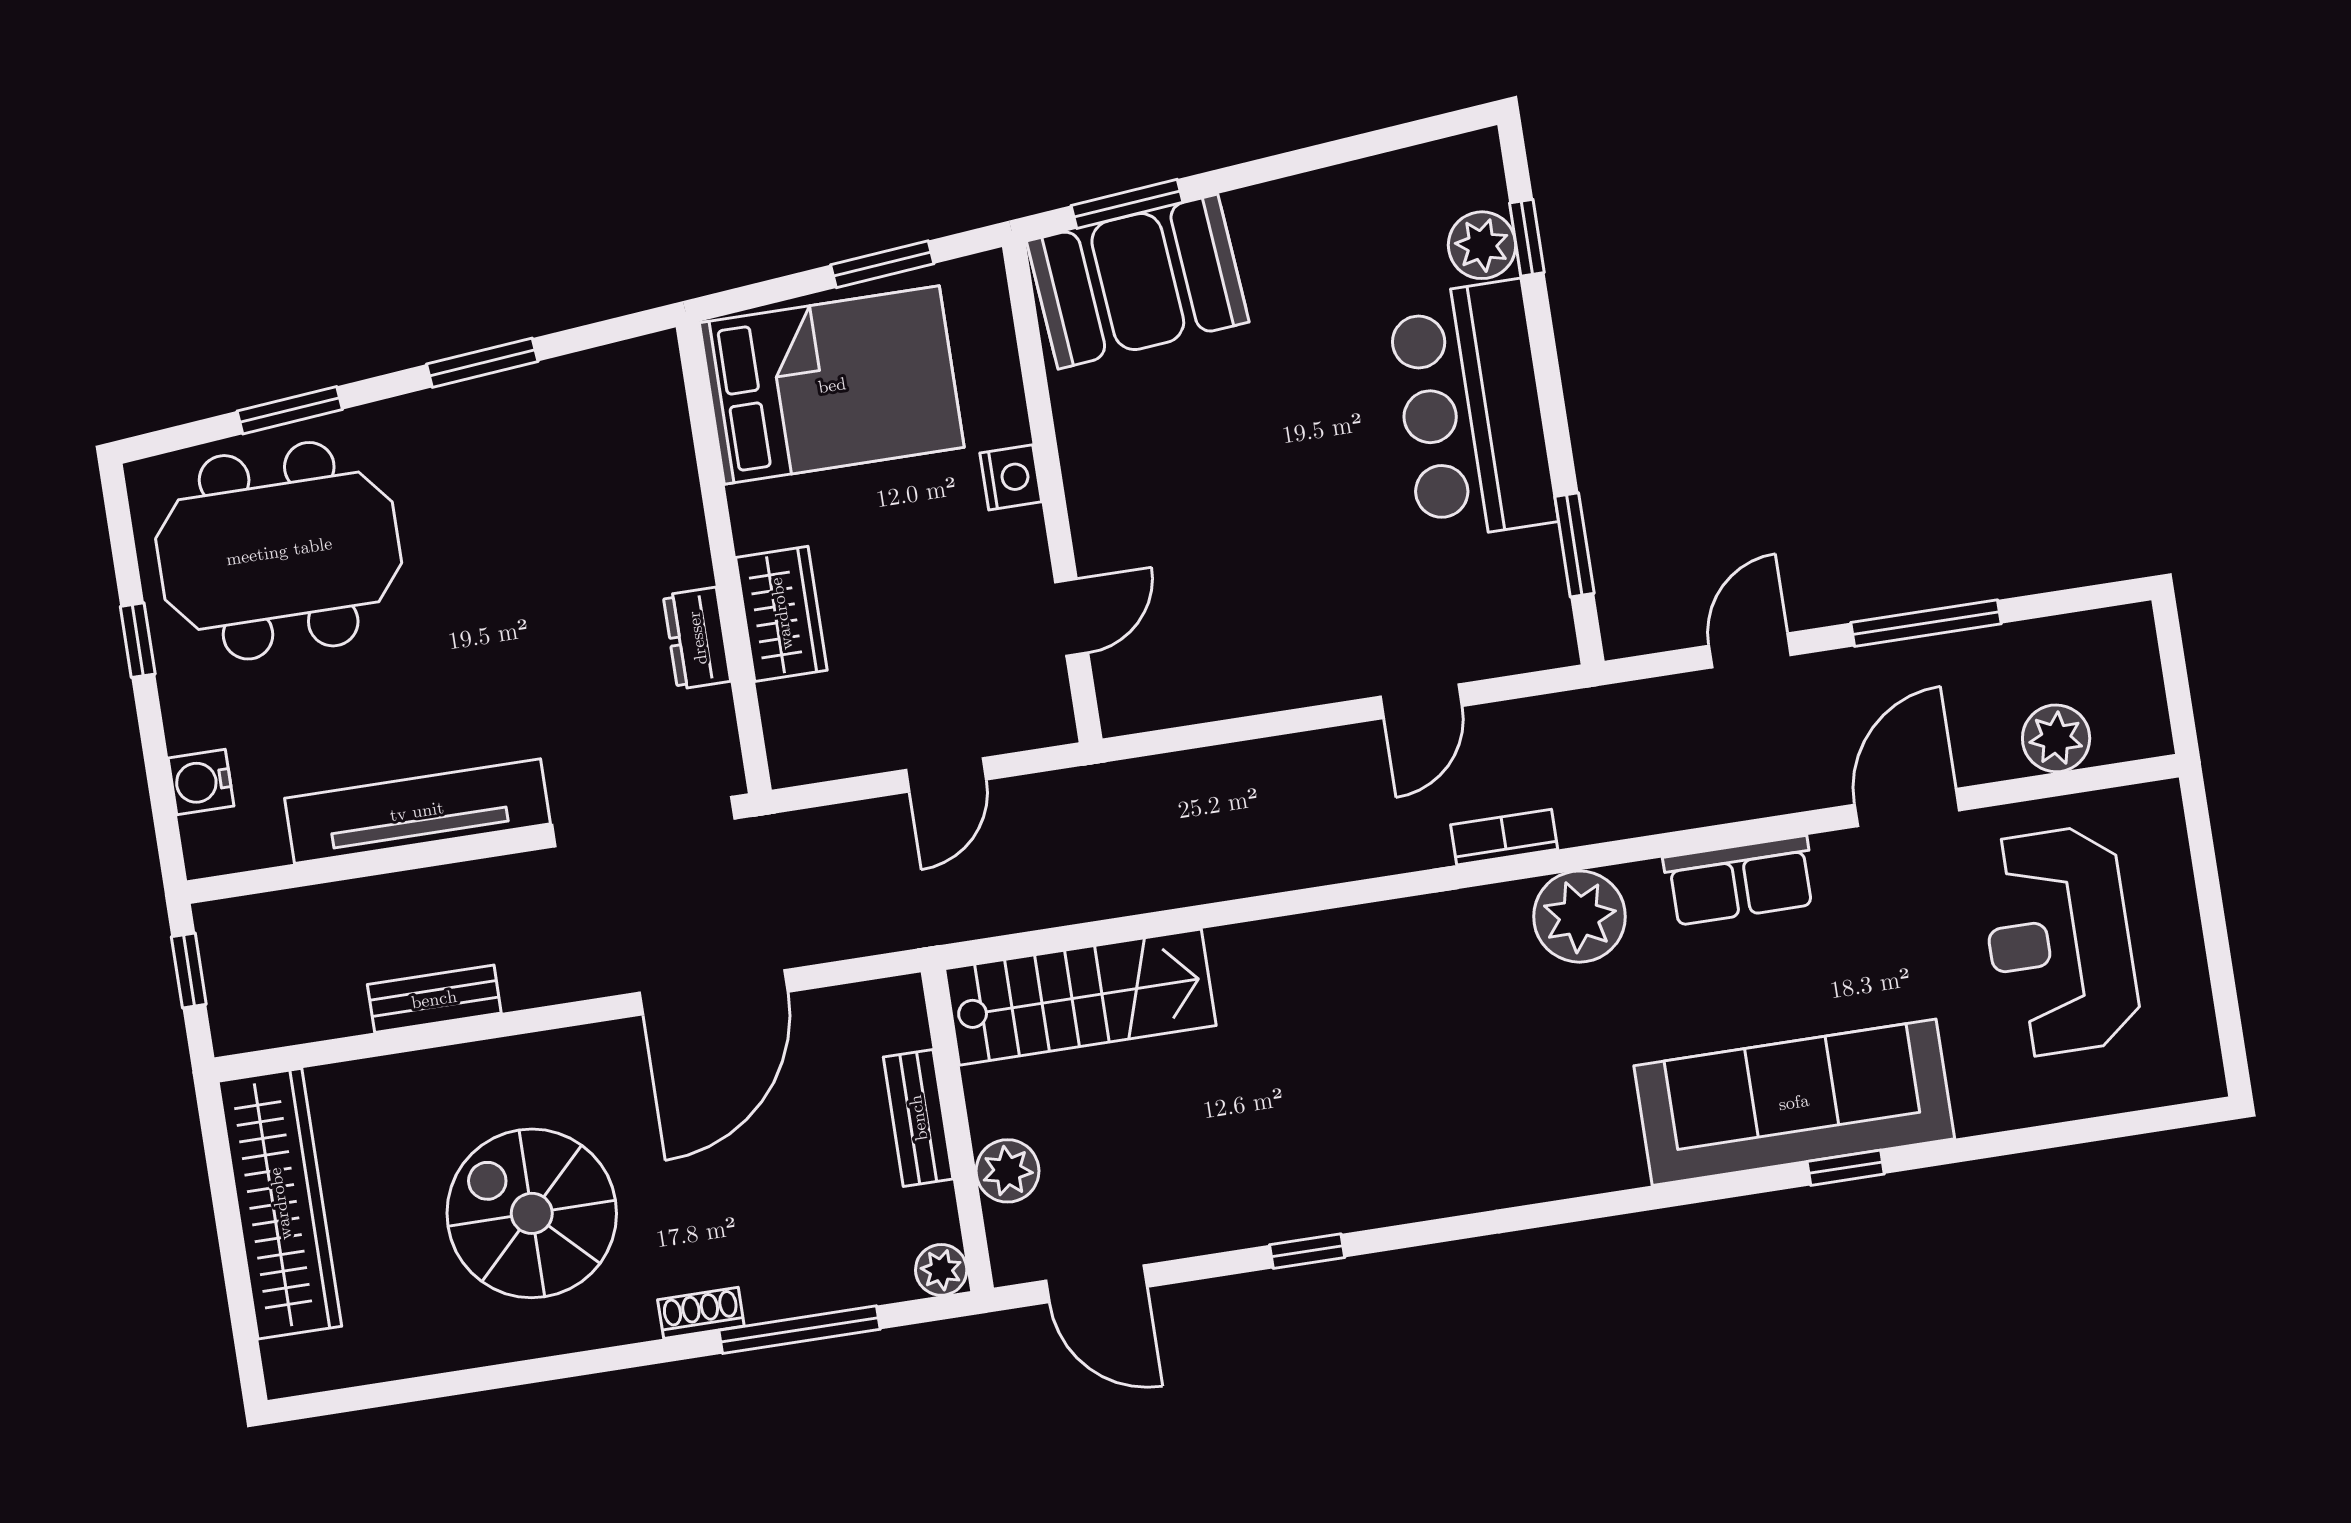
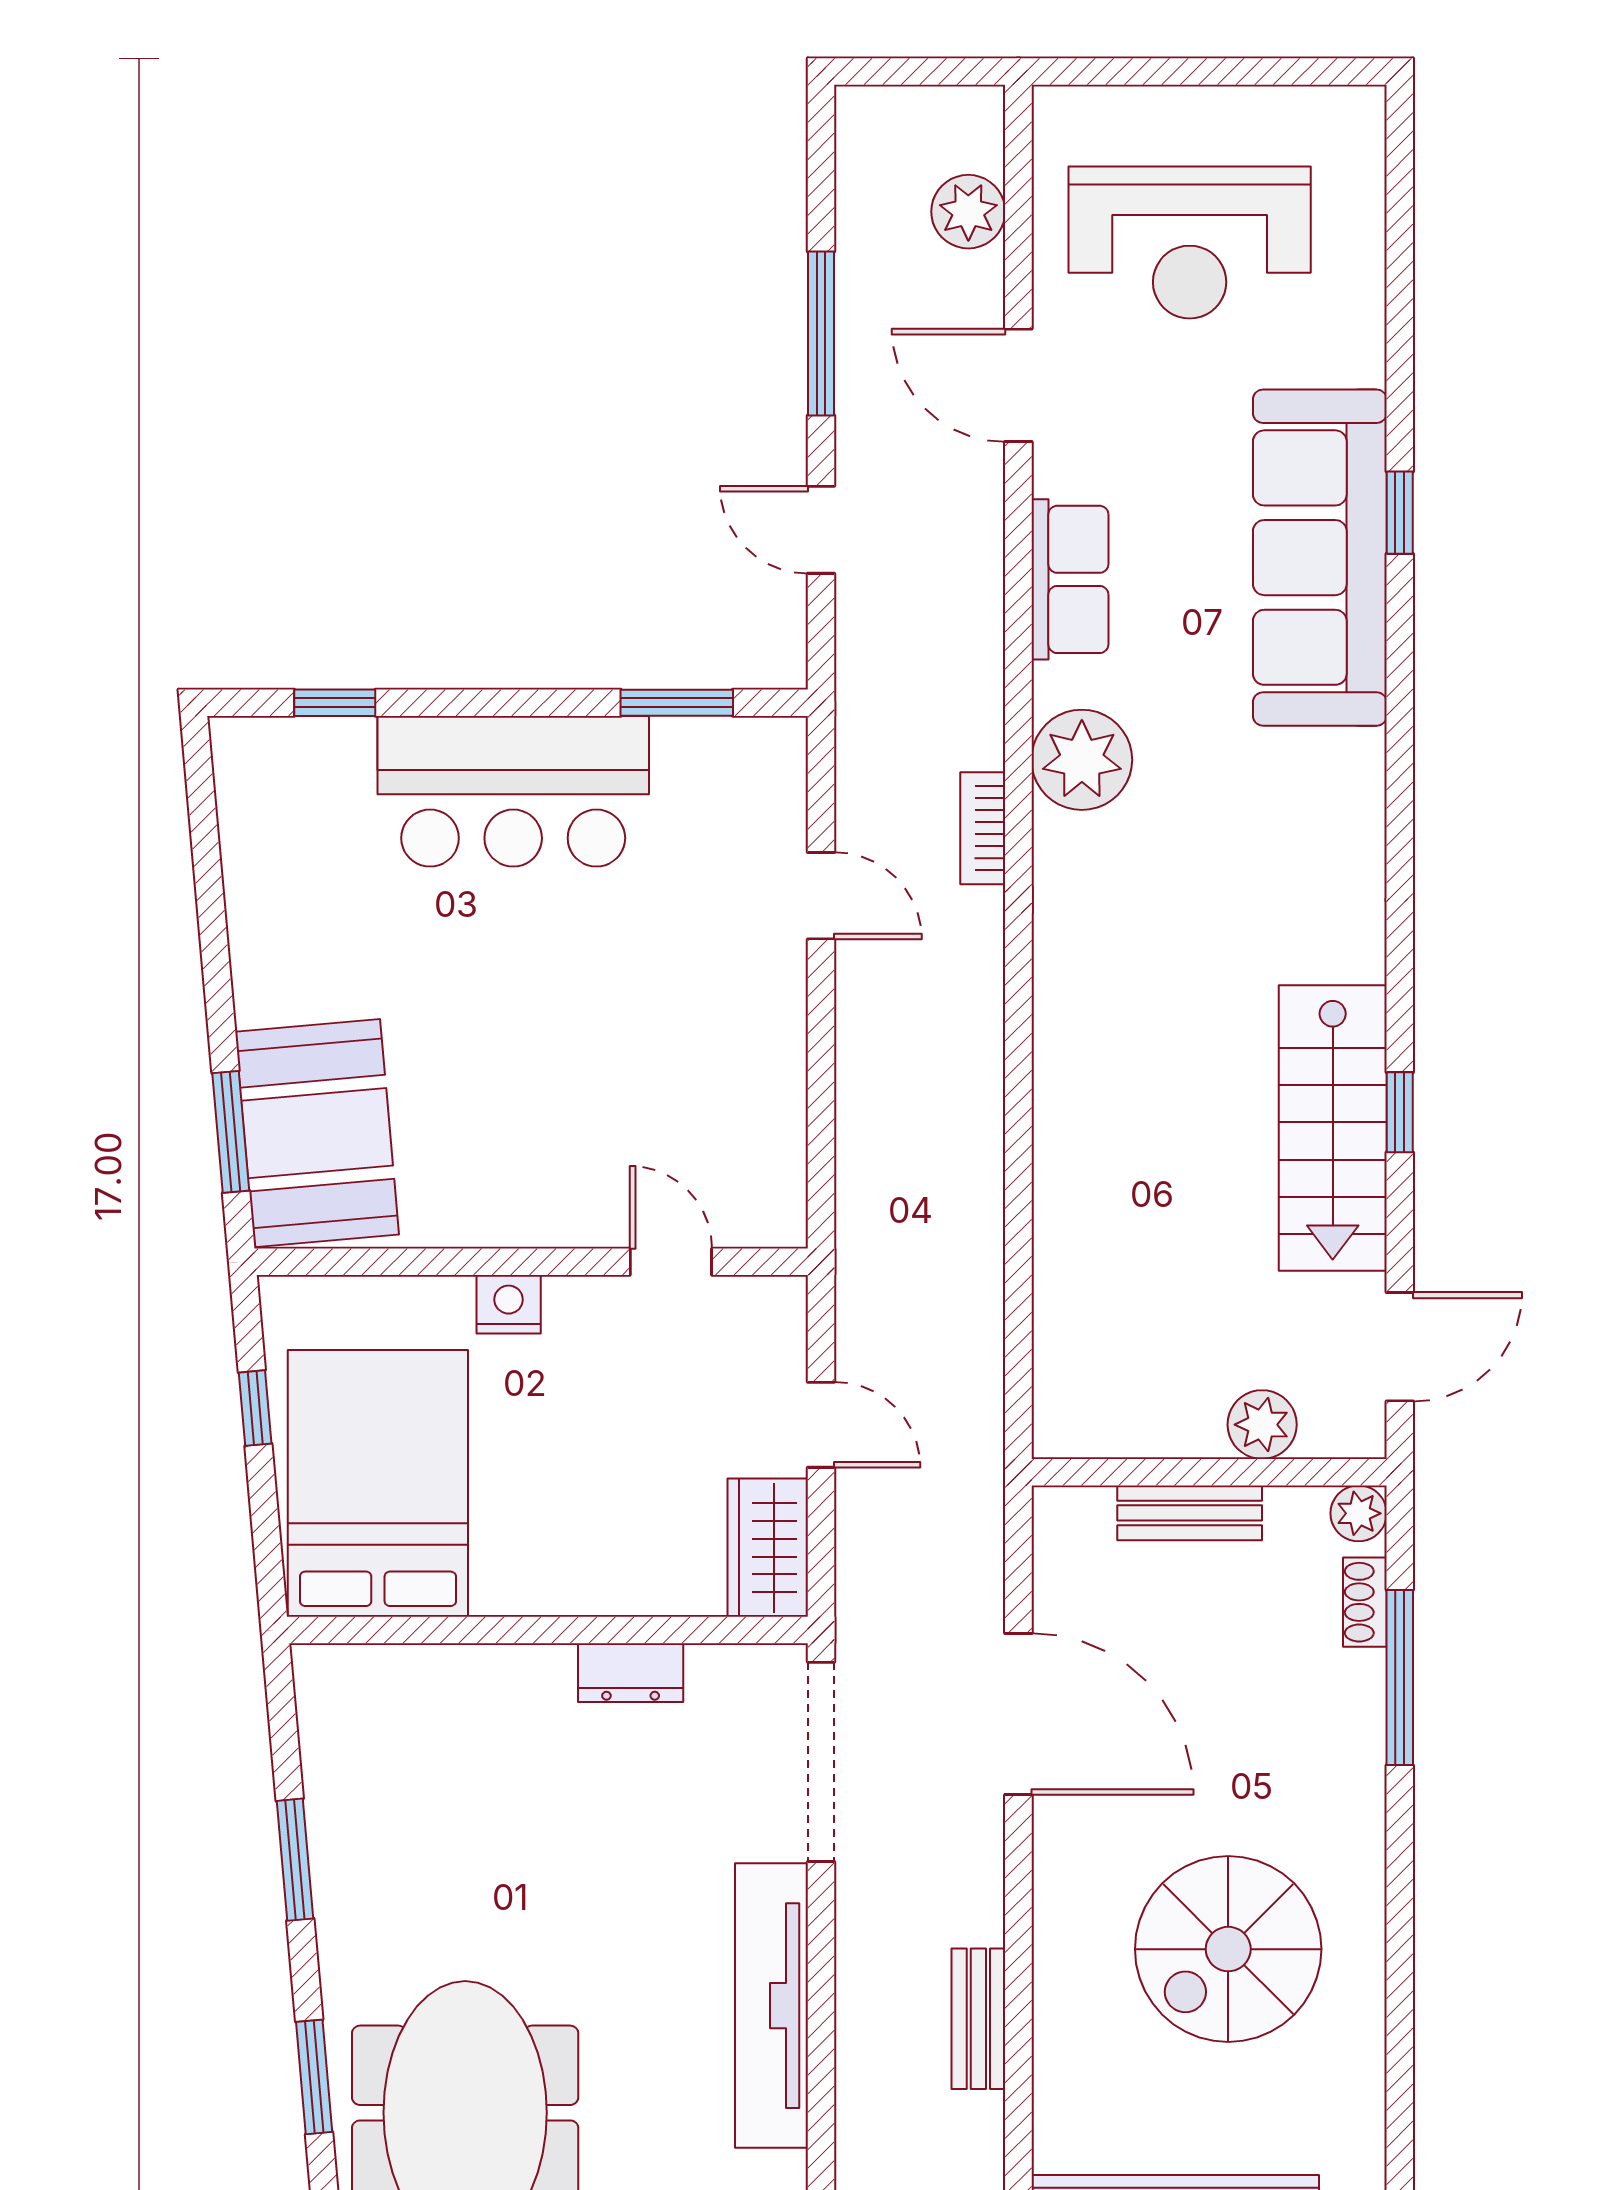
plant: (1482, 245) -> (335, 753), removed
window: (882, 264) -> (255, 1408), width x0.67
wardrobe: (781, 614) -> (768, 1548), moved, turned -90
stairs: (1080, 997) -> (1333, 1128), moved, turned 180
shoe rack: (701, 1313) -> (1365, 1602), moved

